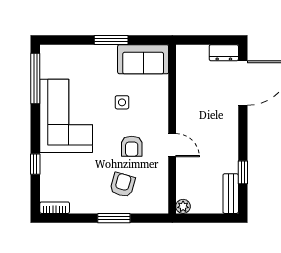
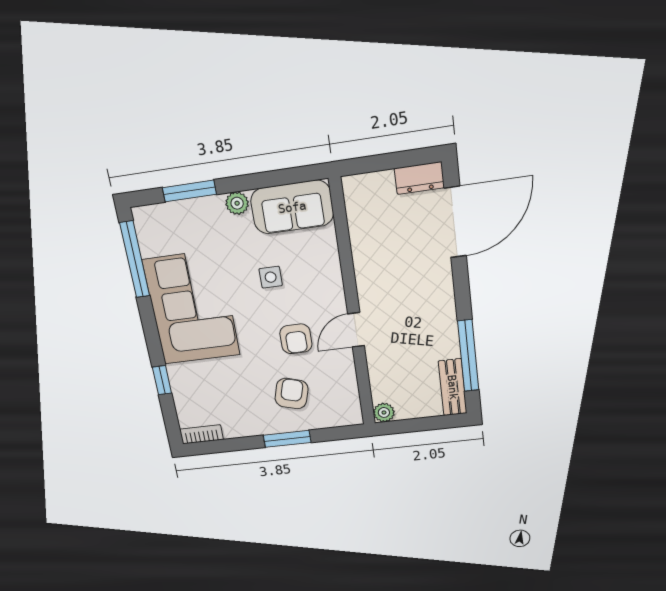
window: (111, 40) -> (189, 191), moved
plant: (109, 52) -> (237, 203), added
door: (172, 145) -> (356, 330), swing flipped
window: (243, 172) -> (468, 356), width x2.17

